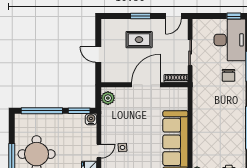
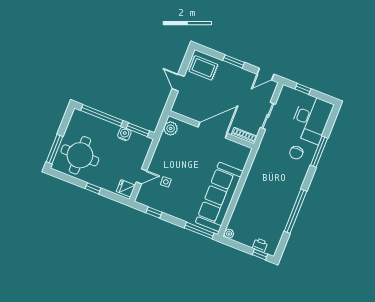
window: (234, 16) -> (303, 89), moved
rug: (139, 40) -> (203, 68), moved
water cooler: (91, 119) -> (124, 134), moved

